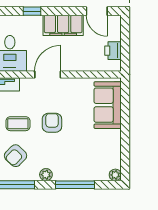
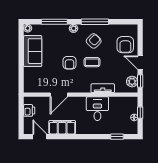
window: (32, 11) -> (83, 137), removed
door: (48, 74) -> (59, 95), moved
sofa: (108, 105) -> (33, 51), moved

